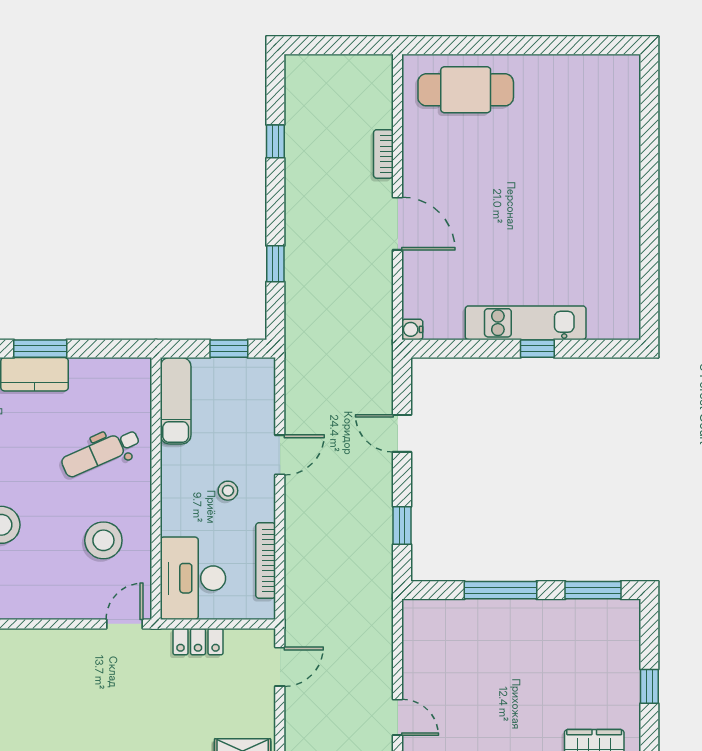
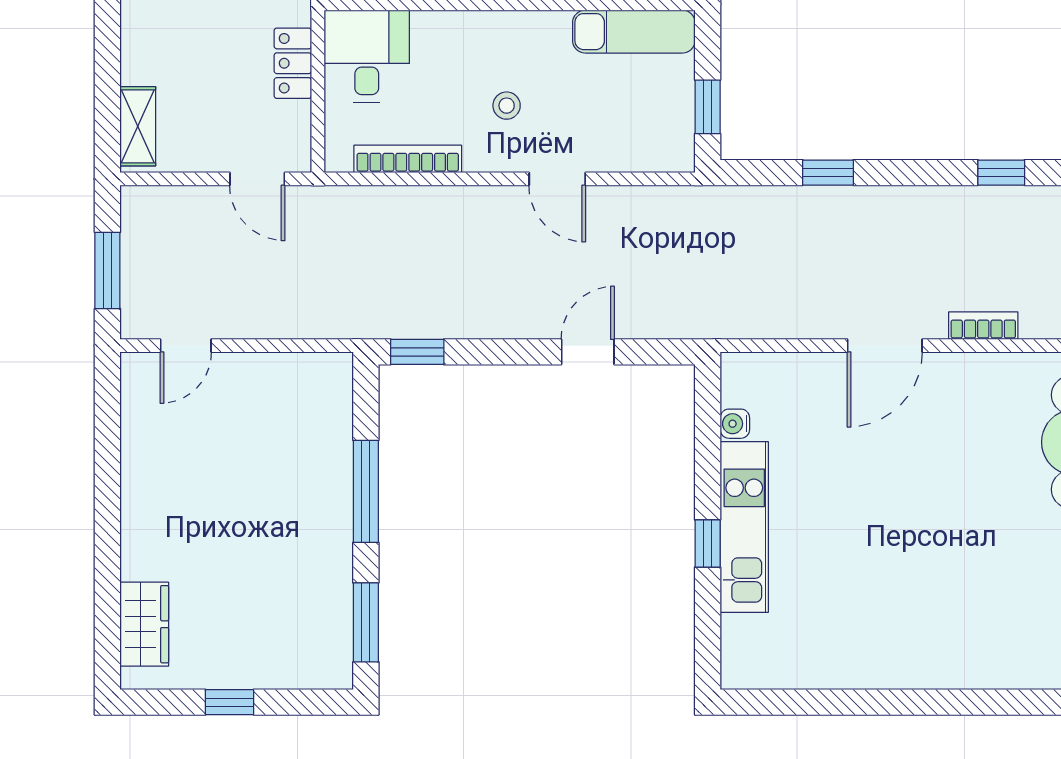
water cooler: (412, 329) -> (735, 424), moved, turned -90
window: (402, 525) -> (417, 352), moved
desk: (193, 578) -> (367, 56), width x0.73

